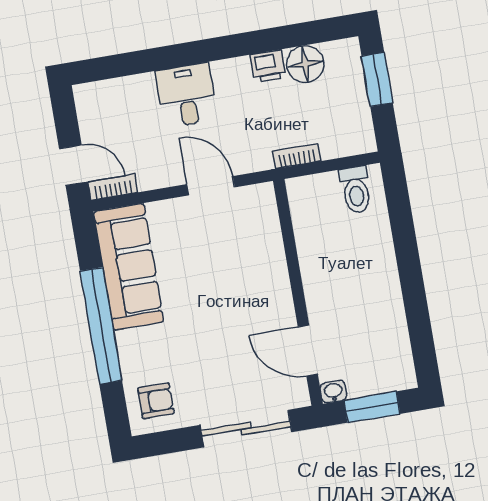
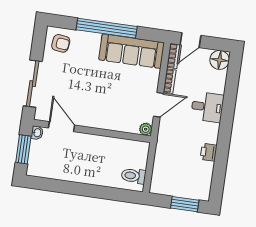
floor lamp: (305, 64) -> (220, 60), moved
bookcase: (297, 156) -> (170, 81), moved
plant: (263, 195) -> (146, 129), added
door: (308, 351) -> (61, 127), hinge flipped
armchair: (156, 401) -> (61, 43), turned -83

